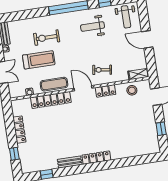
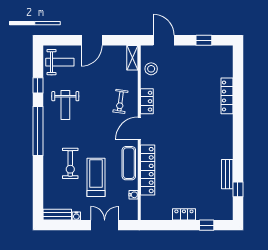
locker: (19, 130) -> (184, 214), width x0.66
locker: (96, 158) -> (227, 96), moved
bench: (70, 162) -> (227, 174), moved

